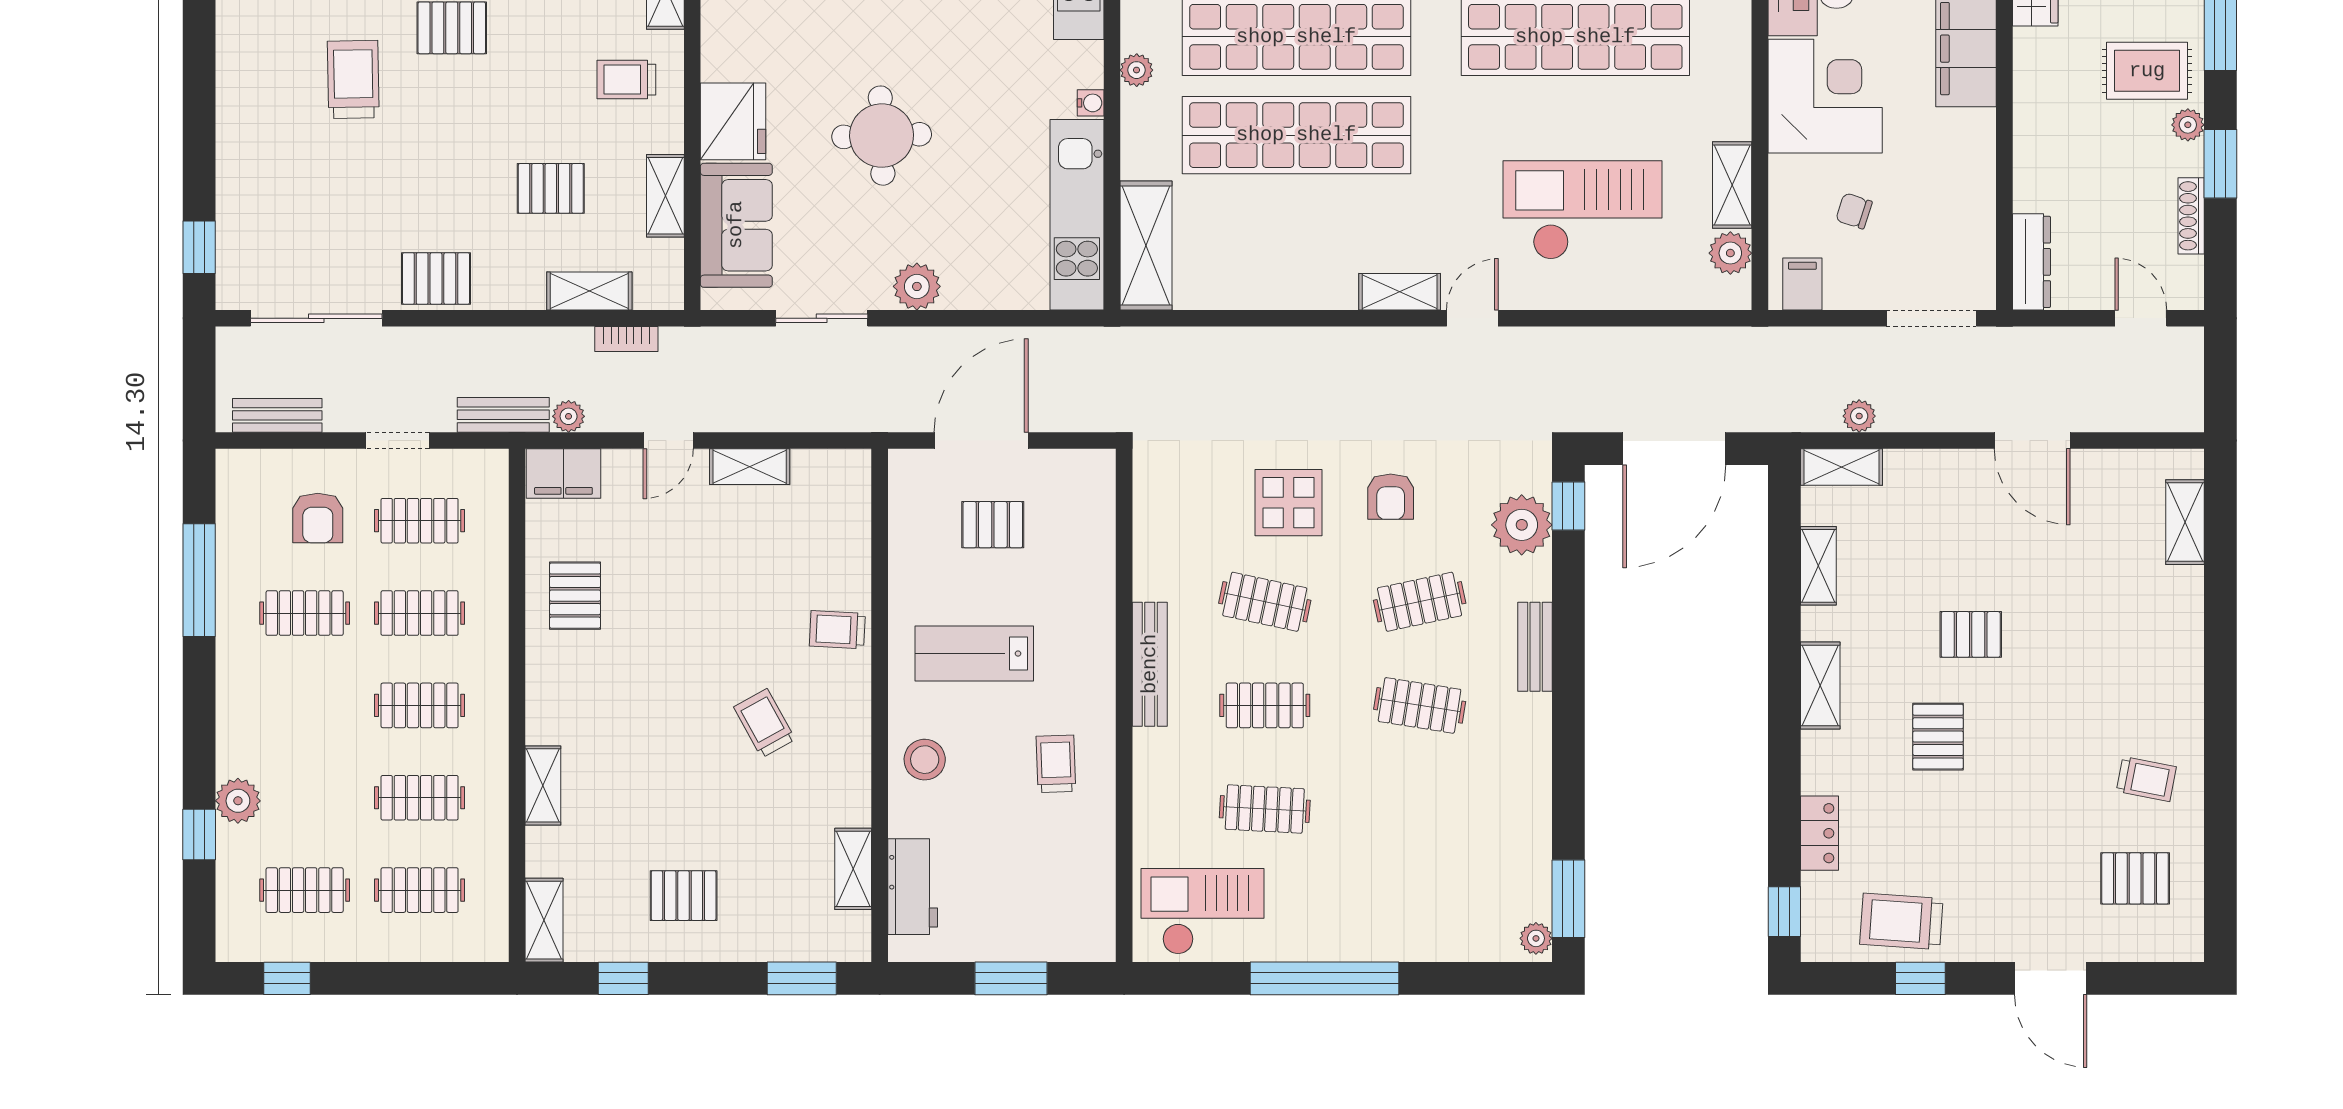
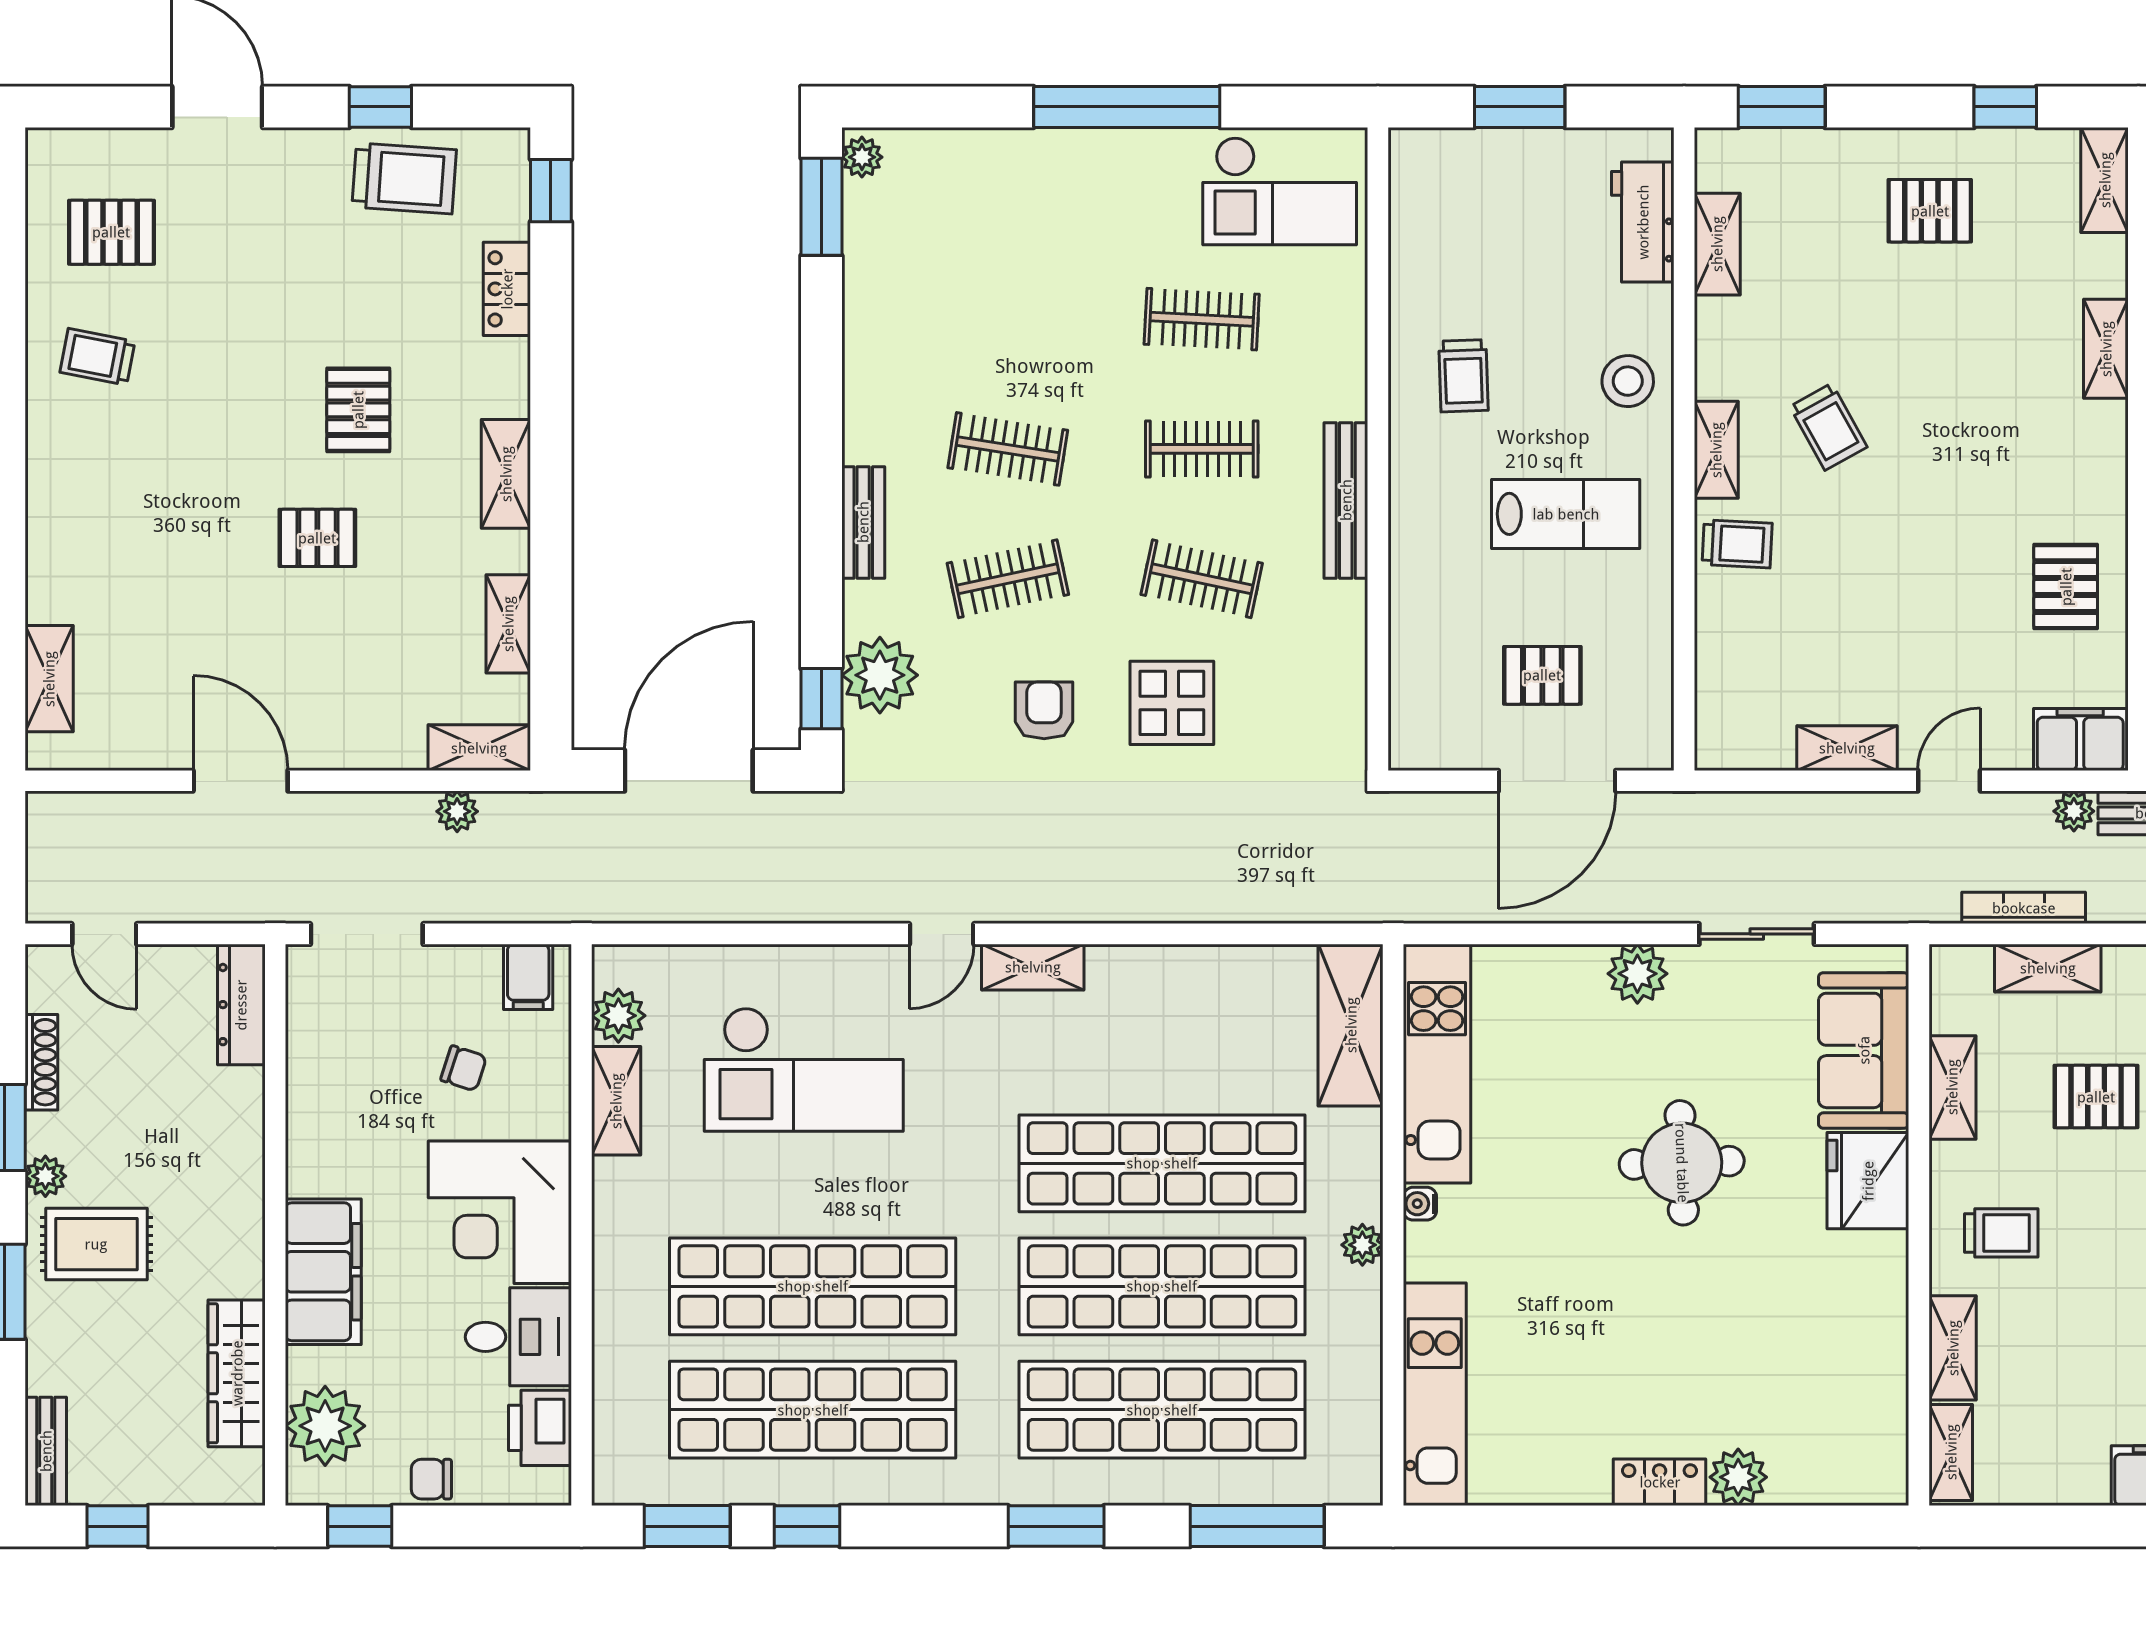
bookcase: (626, 339) -> (2024, 908), width x1.56
shelving: (854, 705) -> (1716, 450), added

